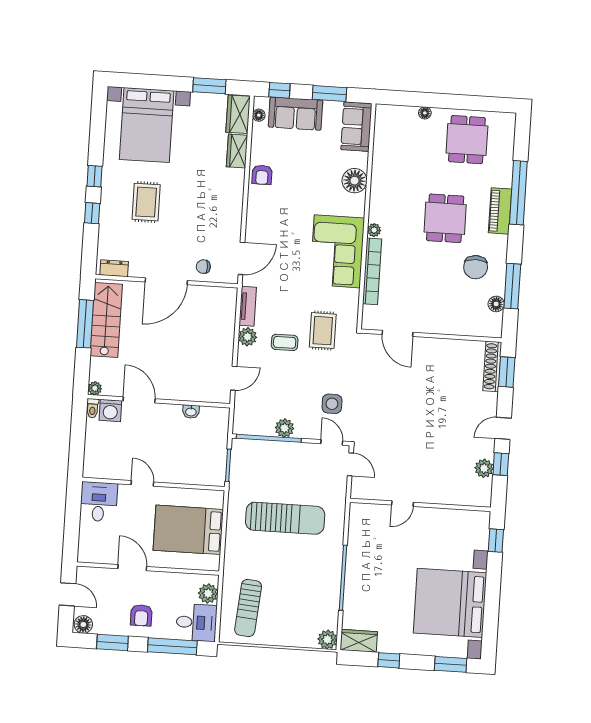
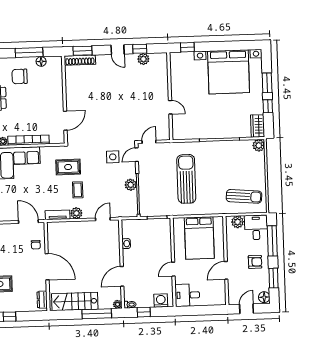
chair: (476, 267) -> (20, 76), turned 180
window: (85, 324) -> (97, 314), moved
door: (234, 378) -> (103, 219), hinge flipped
washing machine: (110, 410) -> (161, 301), moved, turned -90
window: (78, 429) -> (144, 312), added
window: (451, 664) -> (267, 83), moved

